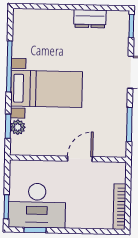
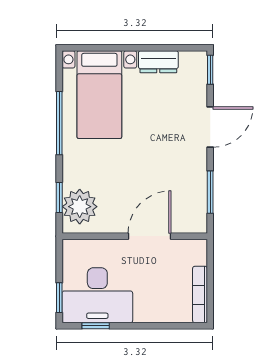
bed with nightstands: (47, 89) -> (99, 95), moved, turned 90
plant: (18, 127) -> (80, 207), width x1.88, depth x1.88
door: (80, 159) -> (150, 236), width x1.38

